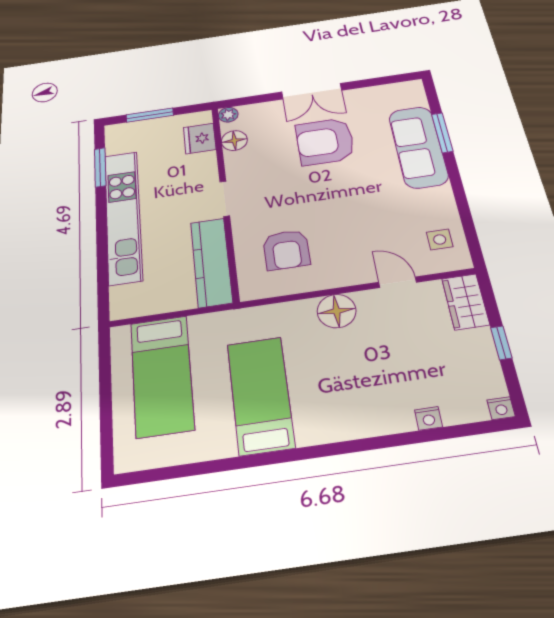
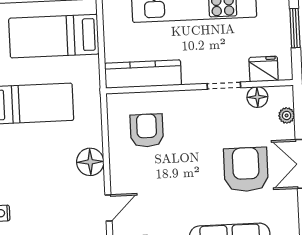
plant: (228, 115) -> (287, 115), moved
doorway: (225, 199) -> (224, 86), moved
armchair: (286, 250) -> (147, 130), turned 90

